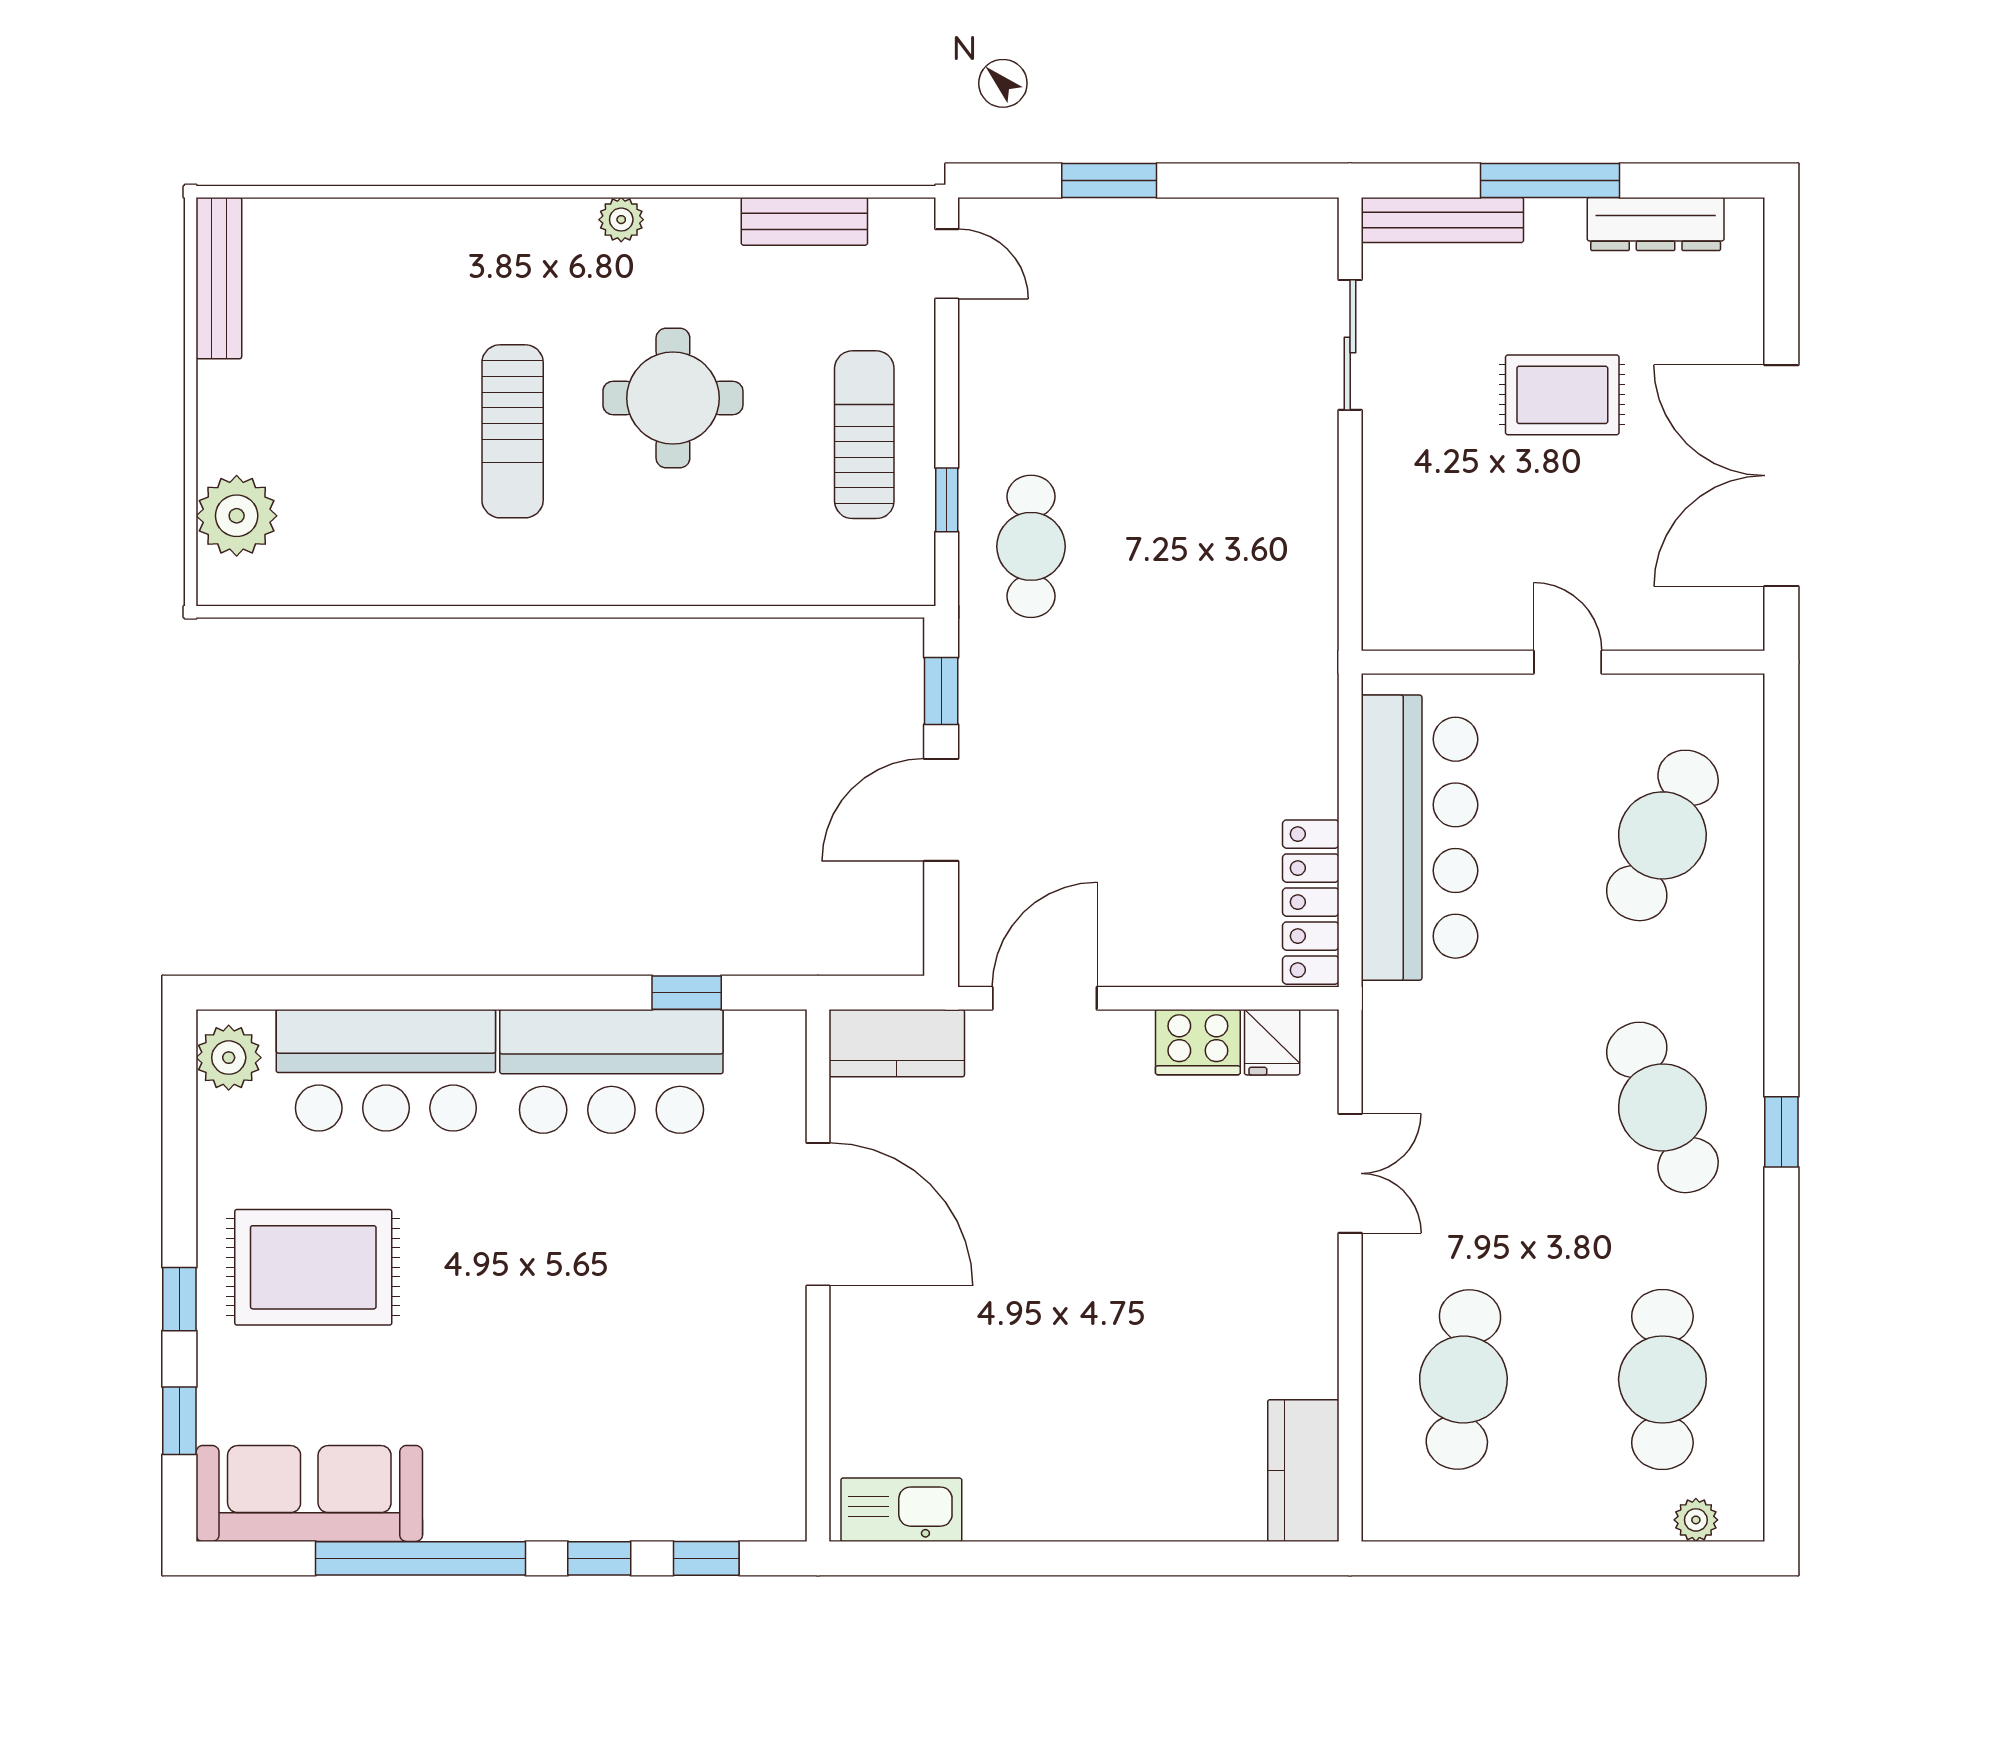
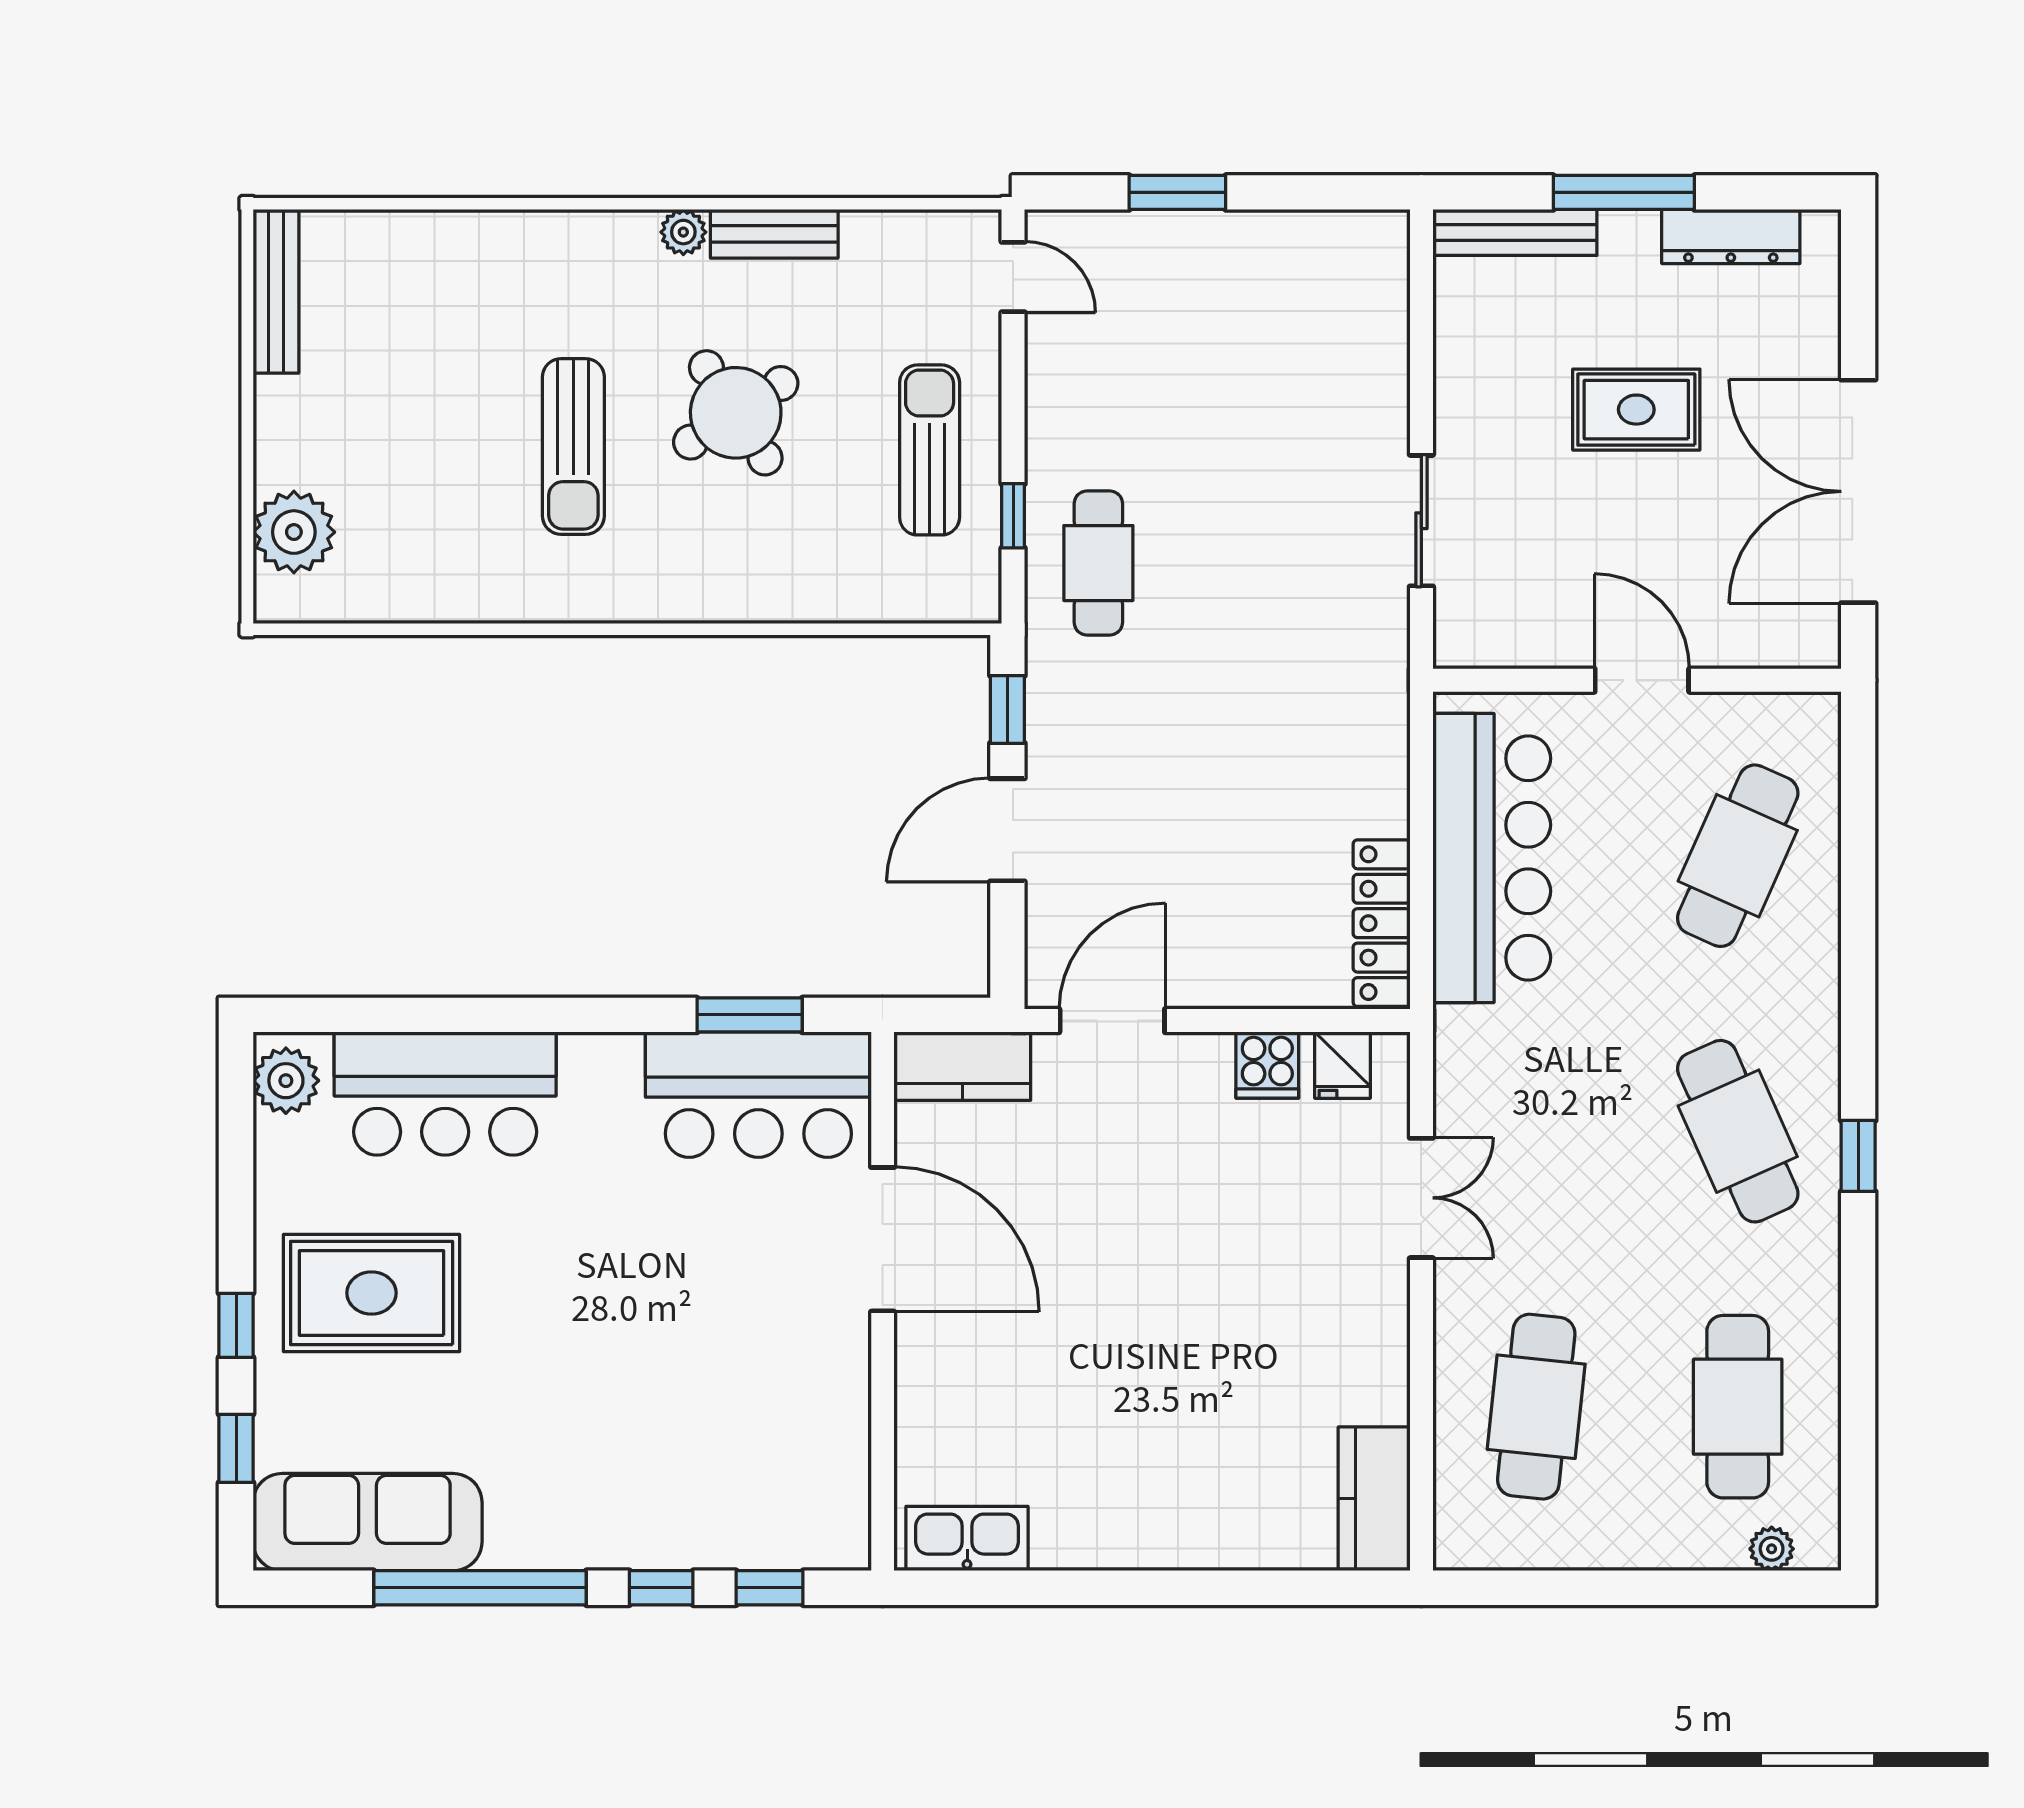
bench: (804, 221) -> (774, 234), moved
sliding door: (1350, 345) -> (1421, 521), moved
round table: (673, 398) -> (736, 413), turned -33
door: (1568, 662) -> (1642, 680), width x1.38
window: (687, 993) -> (750, 1015), width x1.50
cooker: (1198, 1042) -> (1267, 1065), width x0.73
bar counter: (611, 1071) -> (758, 1095), moved

